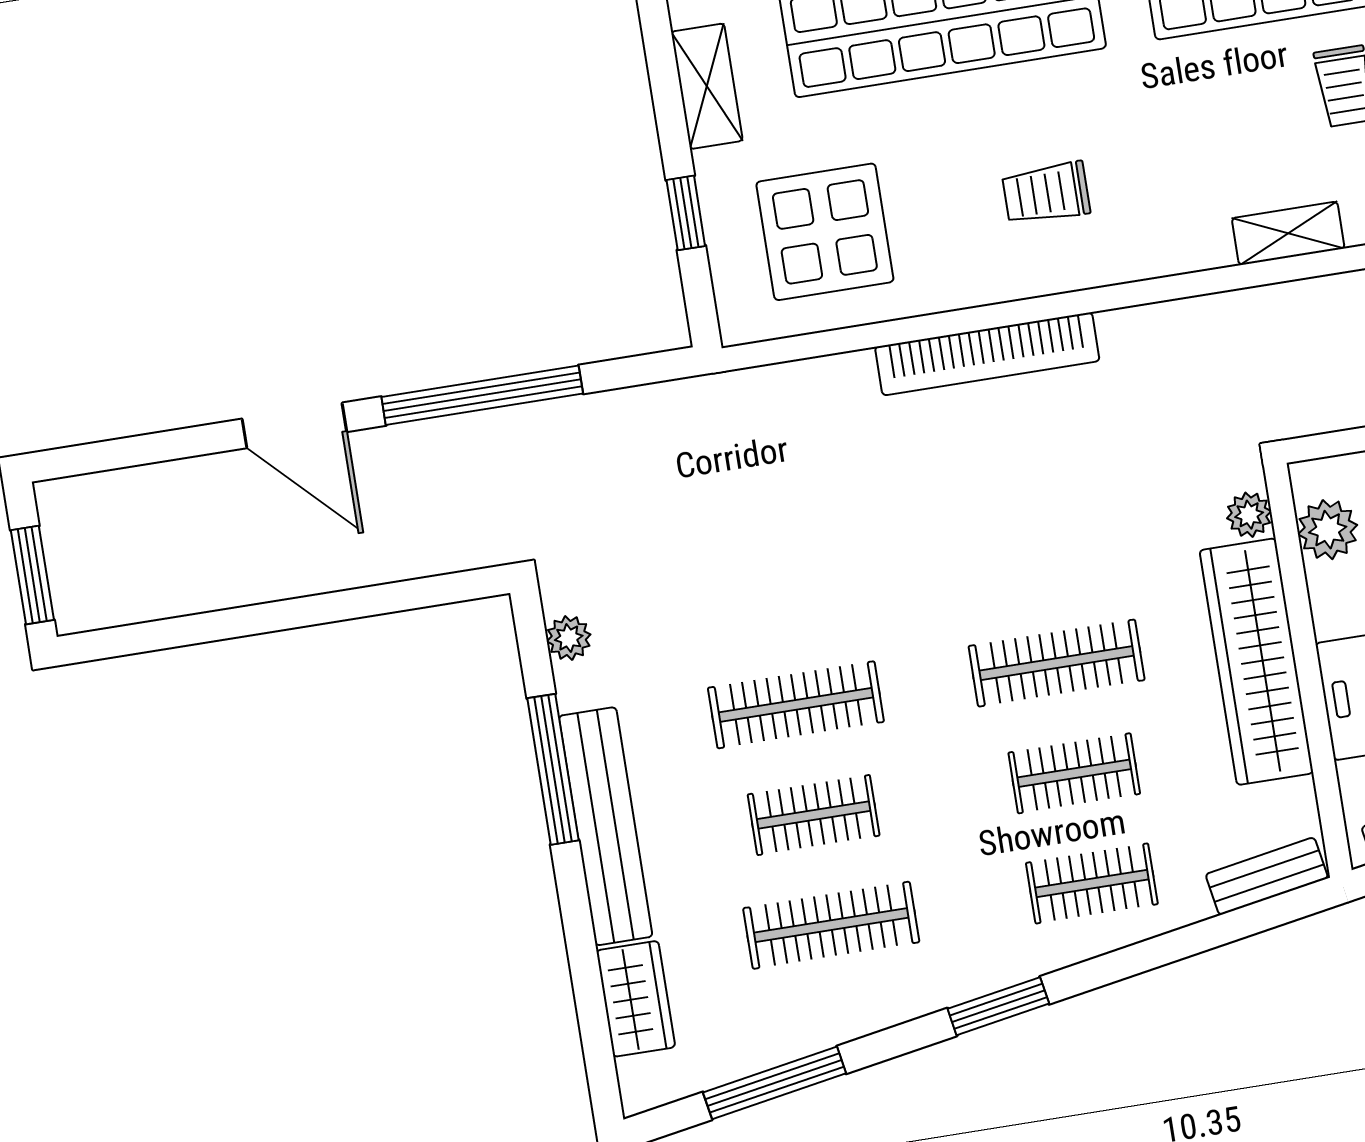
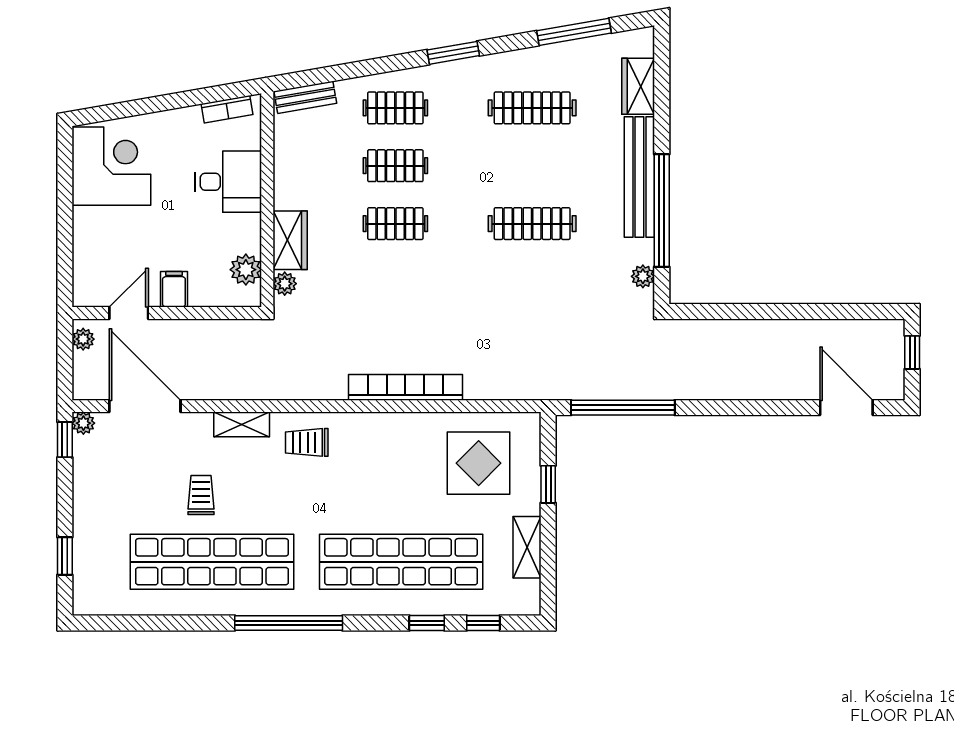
trolley: (1046, 193) -> (307, 442), moved, turned 180
window: (482, 395) -> (623, 408), moved
door: (294, 425) -> (846, 408), moved
window: (32, 575) -> (912, 352), width x0.67
wardrobe: (1256, 662) -> (290, 240), width x0.48, depth x0.85
clothes rail: (1057, 663) -> (395, 224), width x0.73
window: (553, 769) -> (662, 210), width x1.46
clothes rail: (814, 815) -> (532, 166), removed

